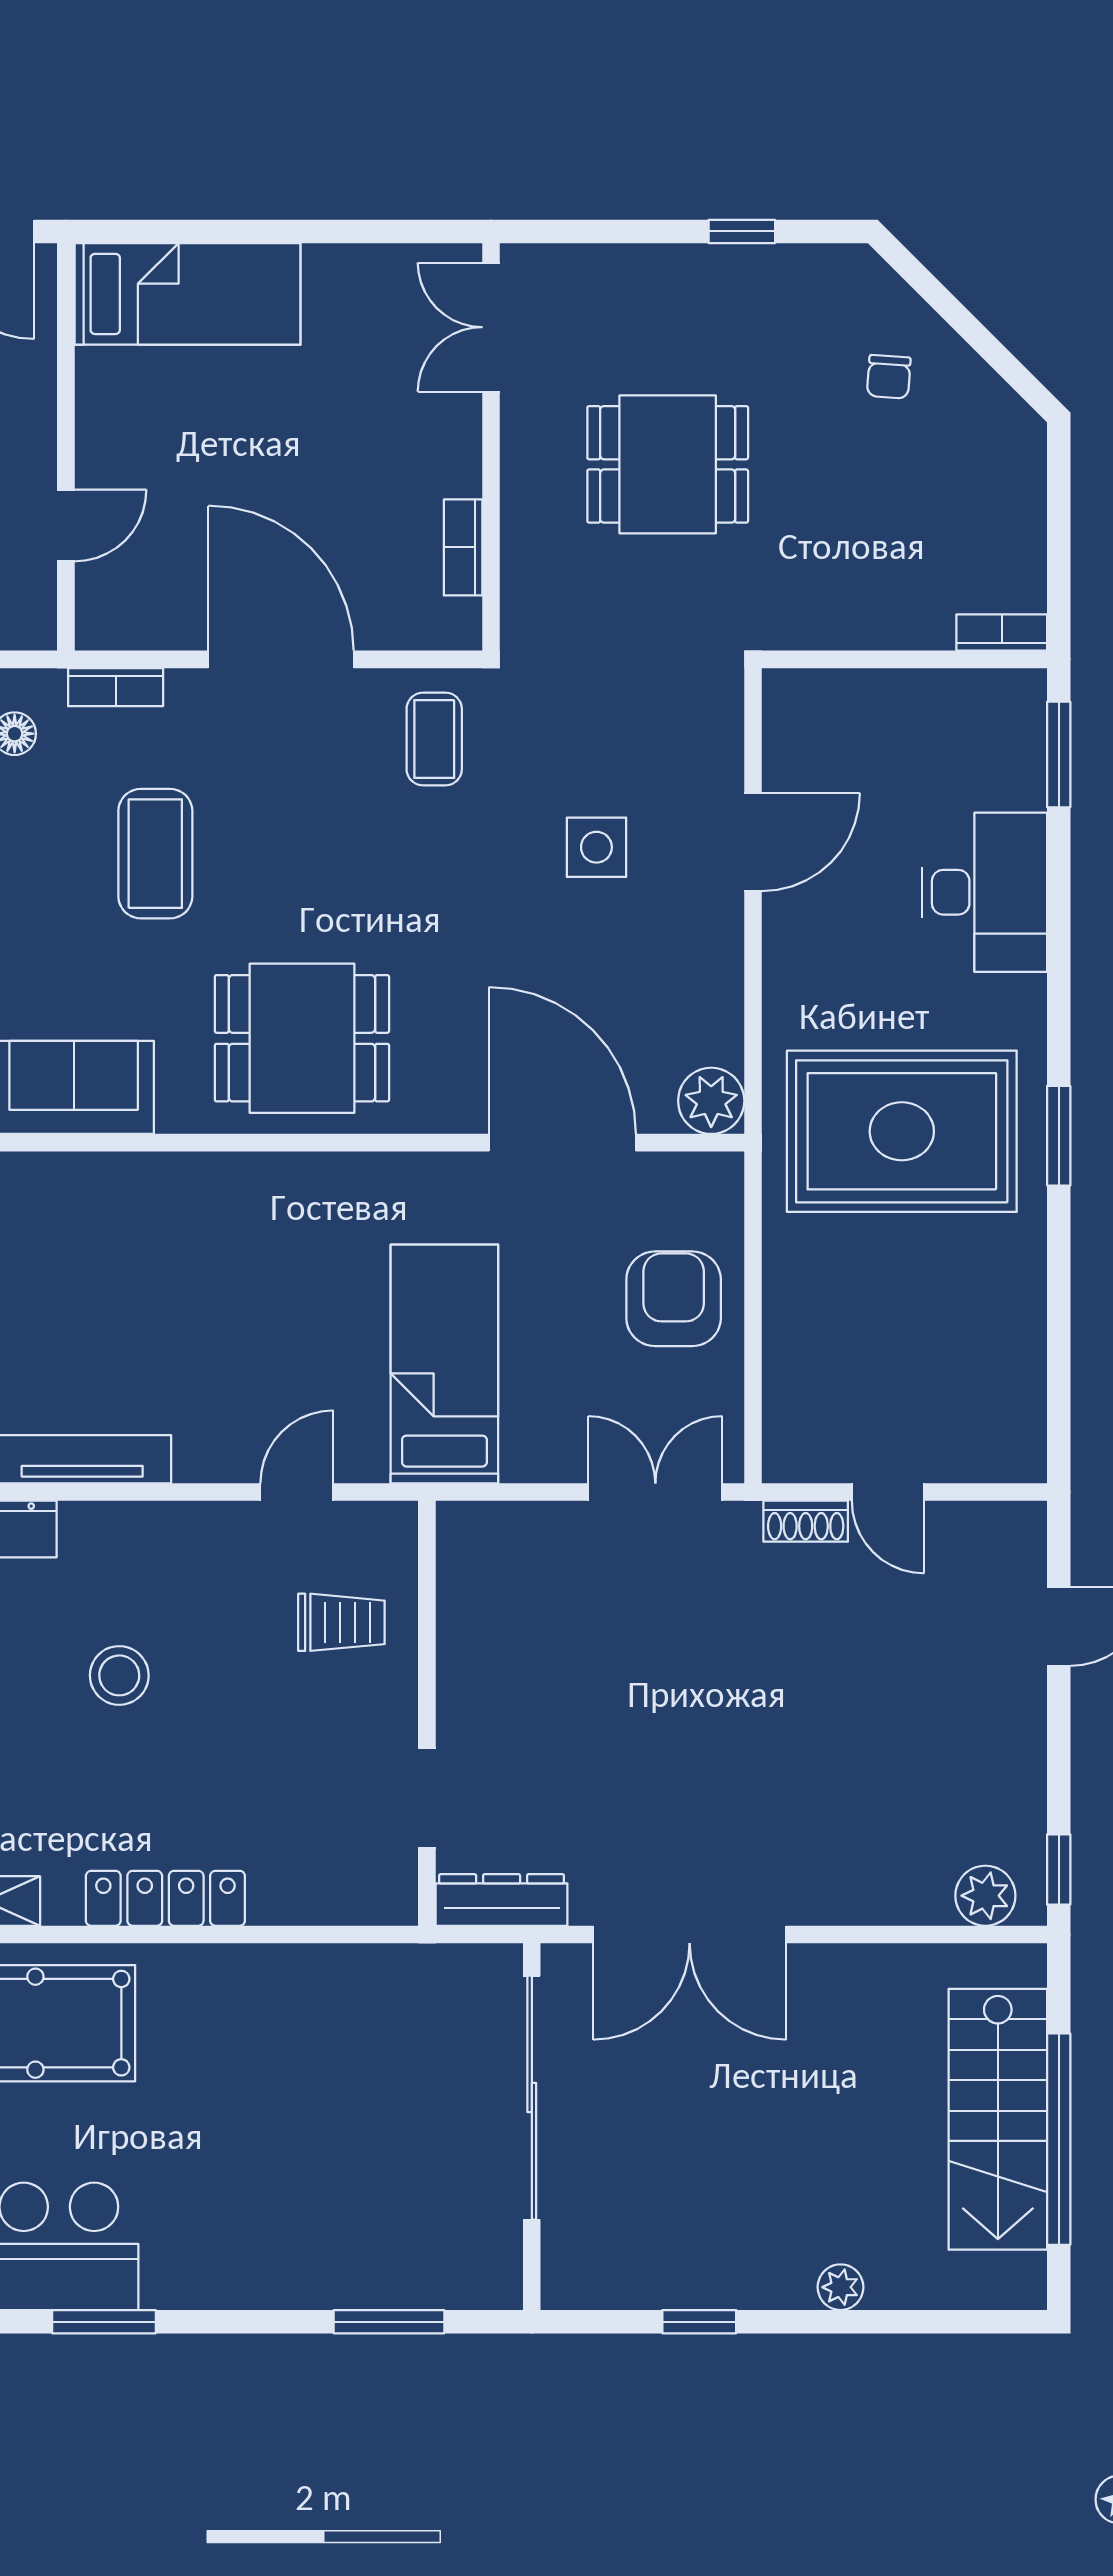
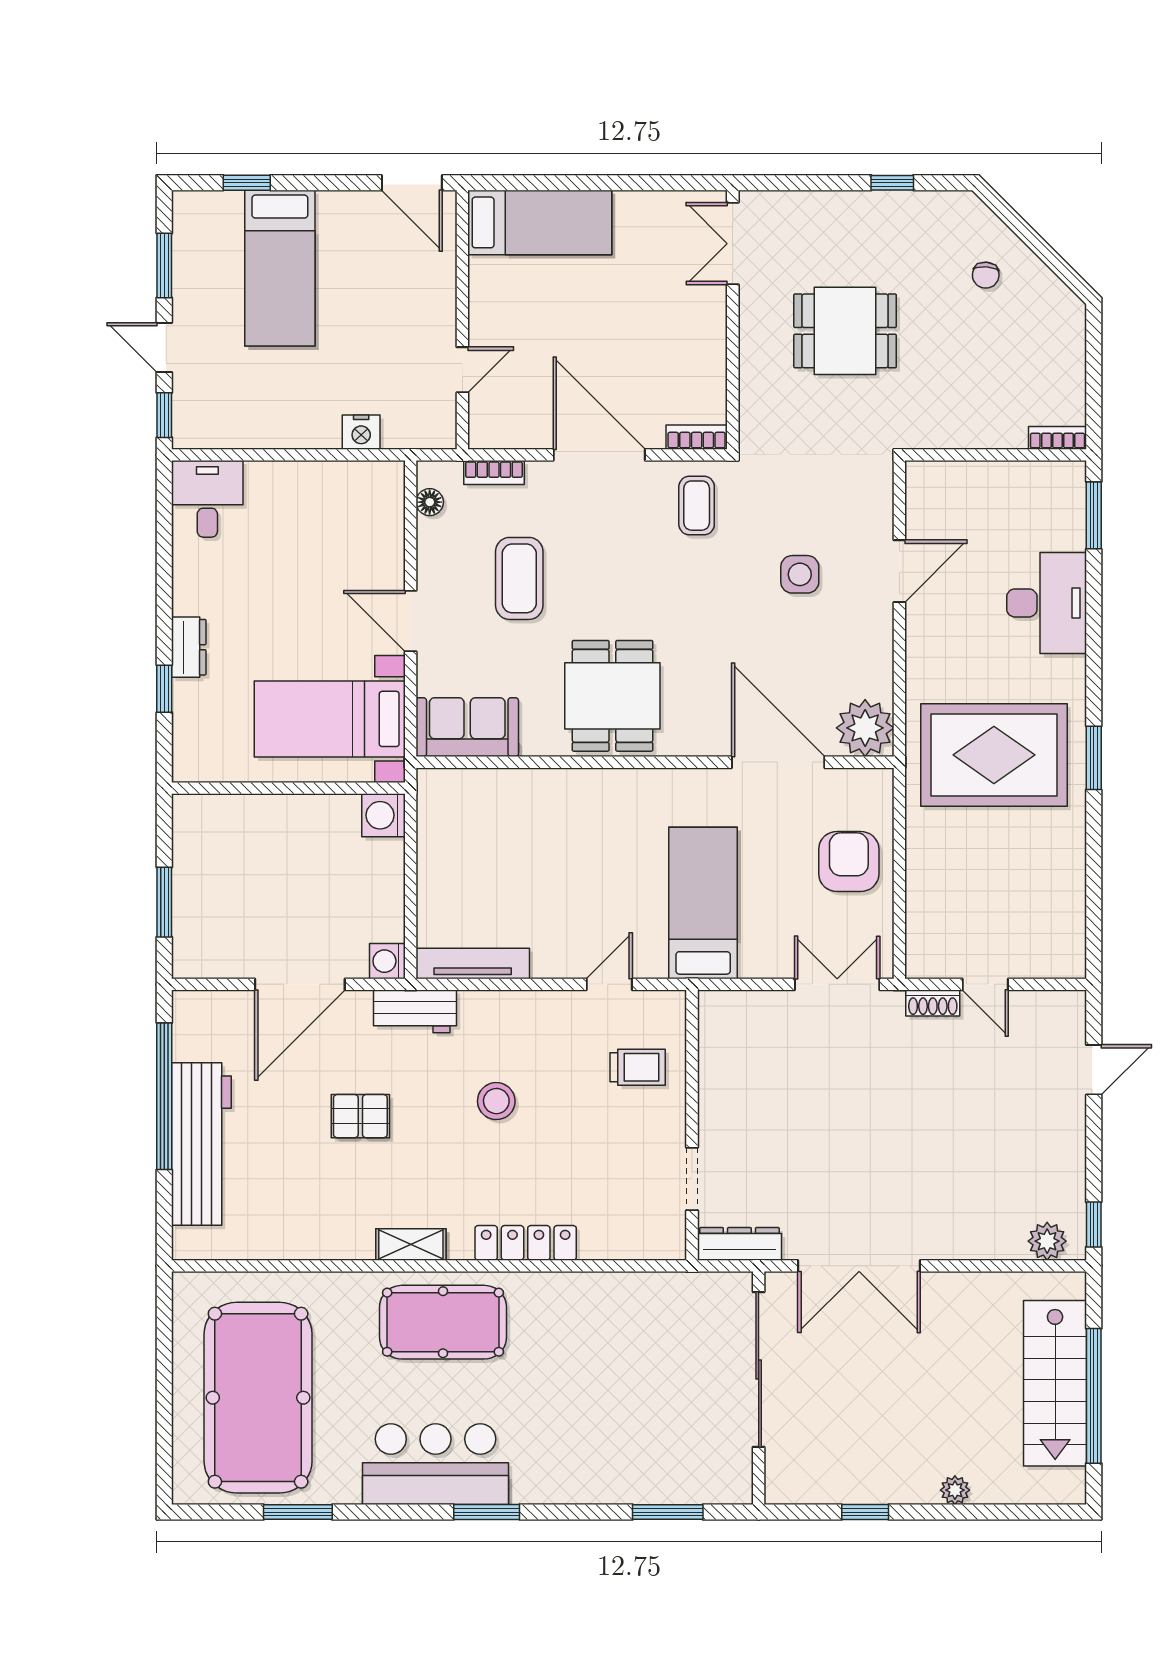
bookcase: (463, 547) -> (697, 437), moved, turned 90
dining table: (302, 1038) -> (612, 696), turned 90
plant: (711, 1101) -> (865, 728), width x1.36, depth x1.36

